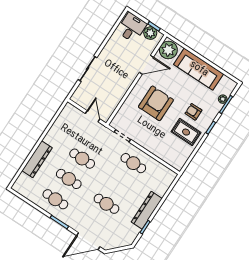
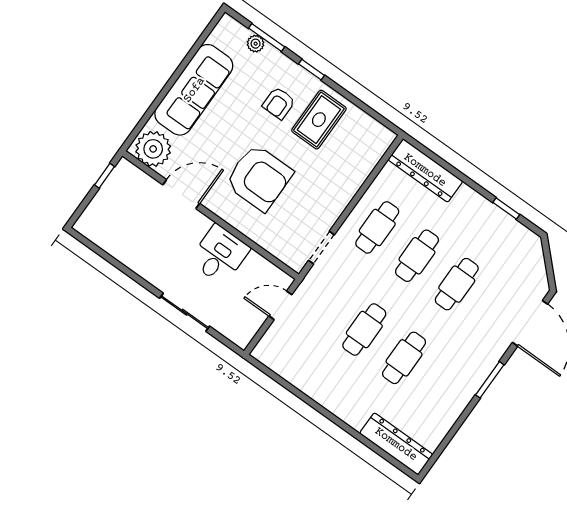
desk: (132, 28) -> (220, 255), moved, turned 90
plant: (150, 33) -> (118, 184), removed
door: (146, 65) -> (181, 194), hinge flipped
armchair: (156, 103) -> (259, 178), turned 180
dresser: (37, 159) -> (396, 444), moved
cafe table: (55, 199) -> (417, 256), moved
dresser: (147, 210) -> (425, 170), moved

